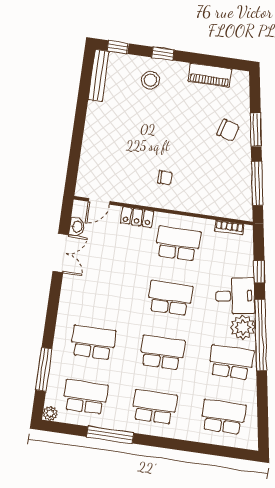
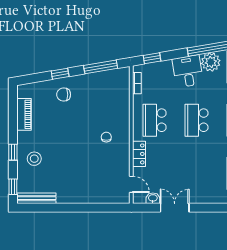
chair: (228, 130) -> (64, 95), turned -107
window: (256, 130) -> (60, 74), width x0.67
window: (259, 272) -> (152, 58), moved

